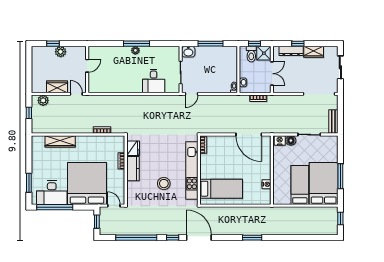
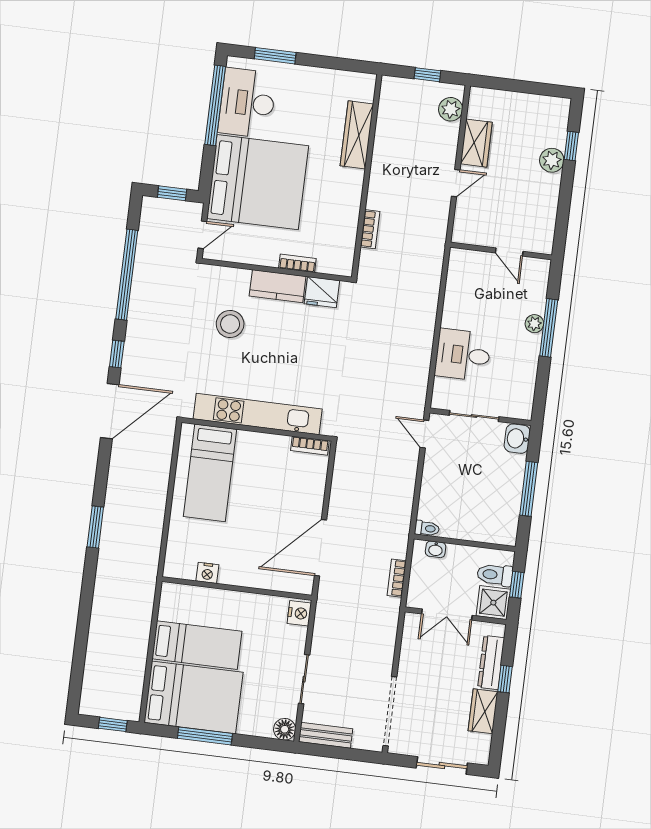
door: (87, 66) -> (509, 252), moved
wall: (87, 70) -> (501, 251), moved
floor lamp: (291, 141) -> (285, 729), moved
stool: (164, 184) -> (230, 324), moved

